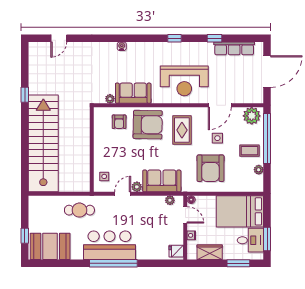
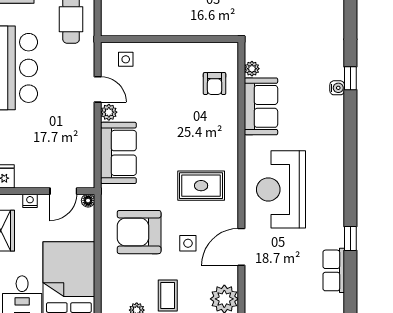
window: (174, 38) -> (350, 78), moved
row of seats: (234, 48) -> (334, 270), width x0.68
door: (220, 105) -> (241, 247), hinge flipped
armchair: (119, 122) -> (215, 84), turned -90
armchair: (148, 125) -> (210, 130), removed
plant: (170, 200) -> (87, 166), removed

